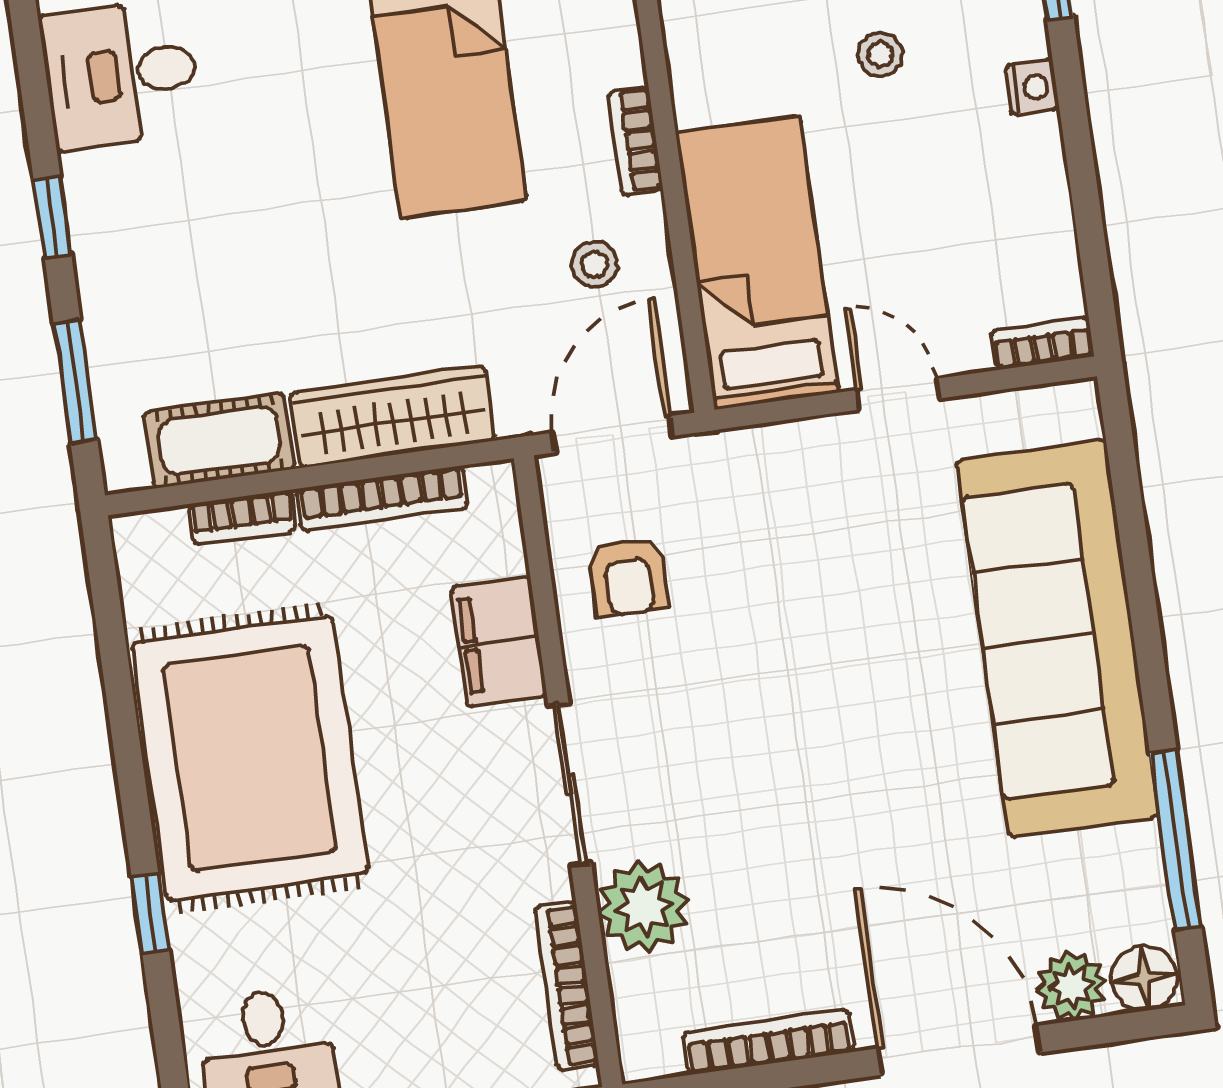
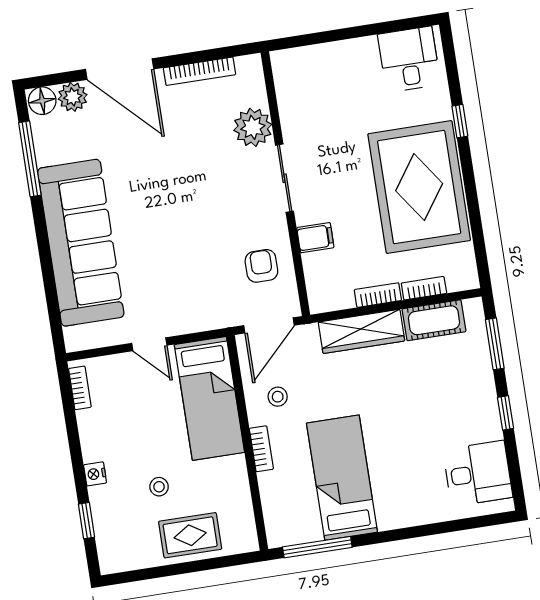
bookcase: (1042, 344) -> (80, 388), moved, turned -90
bookcase: (382, 498) -> (378, 295), width x0.64
filing cabinet: (499, 642) -> (315, 238), width x0.50
bookcase: (567, 986) -> (285, 94), removed

